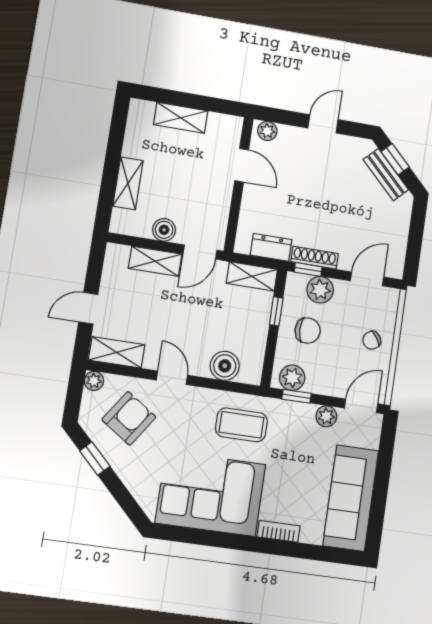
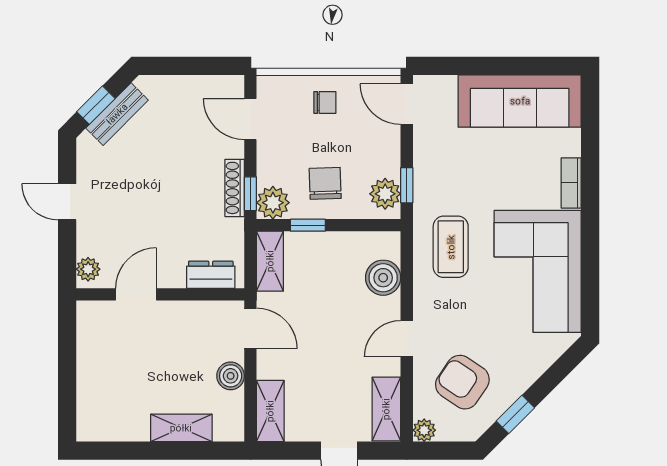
shelving: (181, 118) -> (90, 377), removed
dresser: (271, 247) -> (211, 275), moved, turned 90
shelving: (155, 261) -> (270, 411), moved
plant: (320, 290) -> (273, 203), moved
chair: (372, 340) -> (325, 102), turned -55
plant: (326, 416) -> (426, 145), removed

